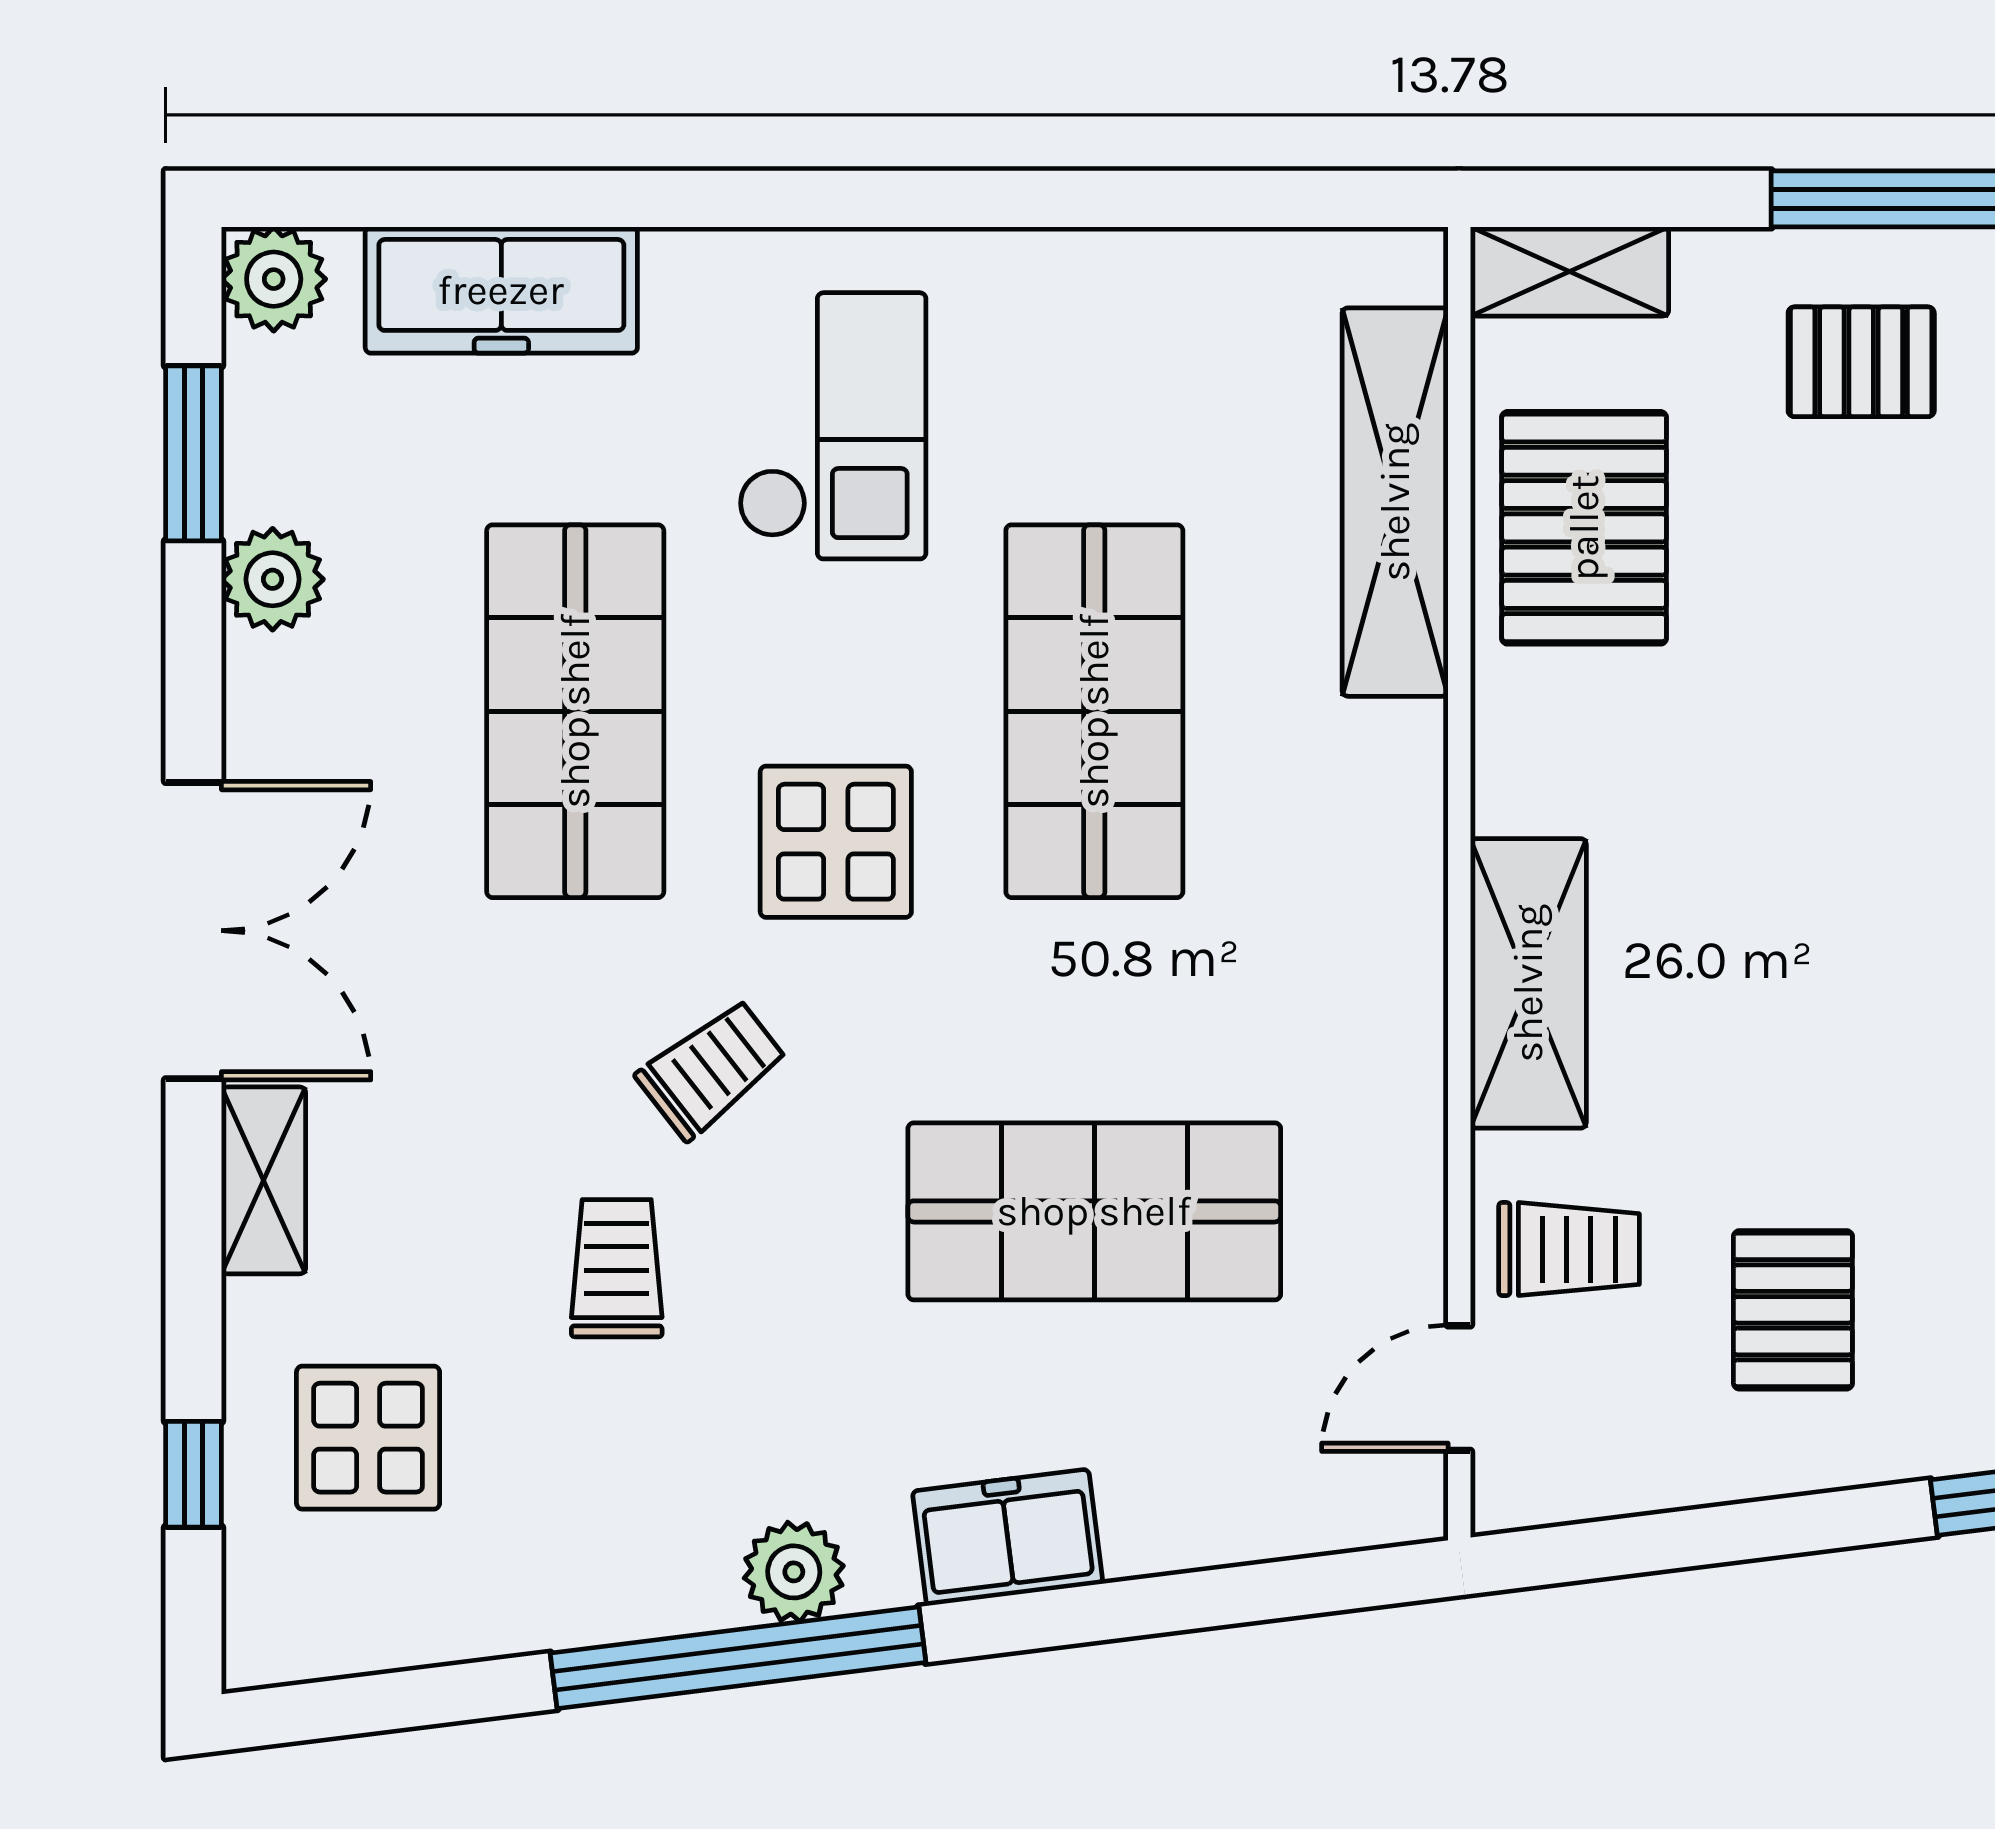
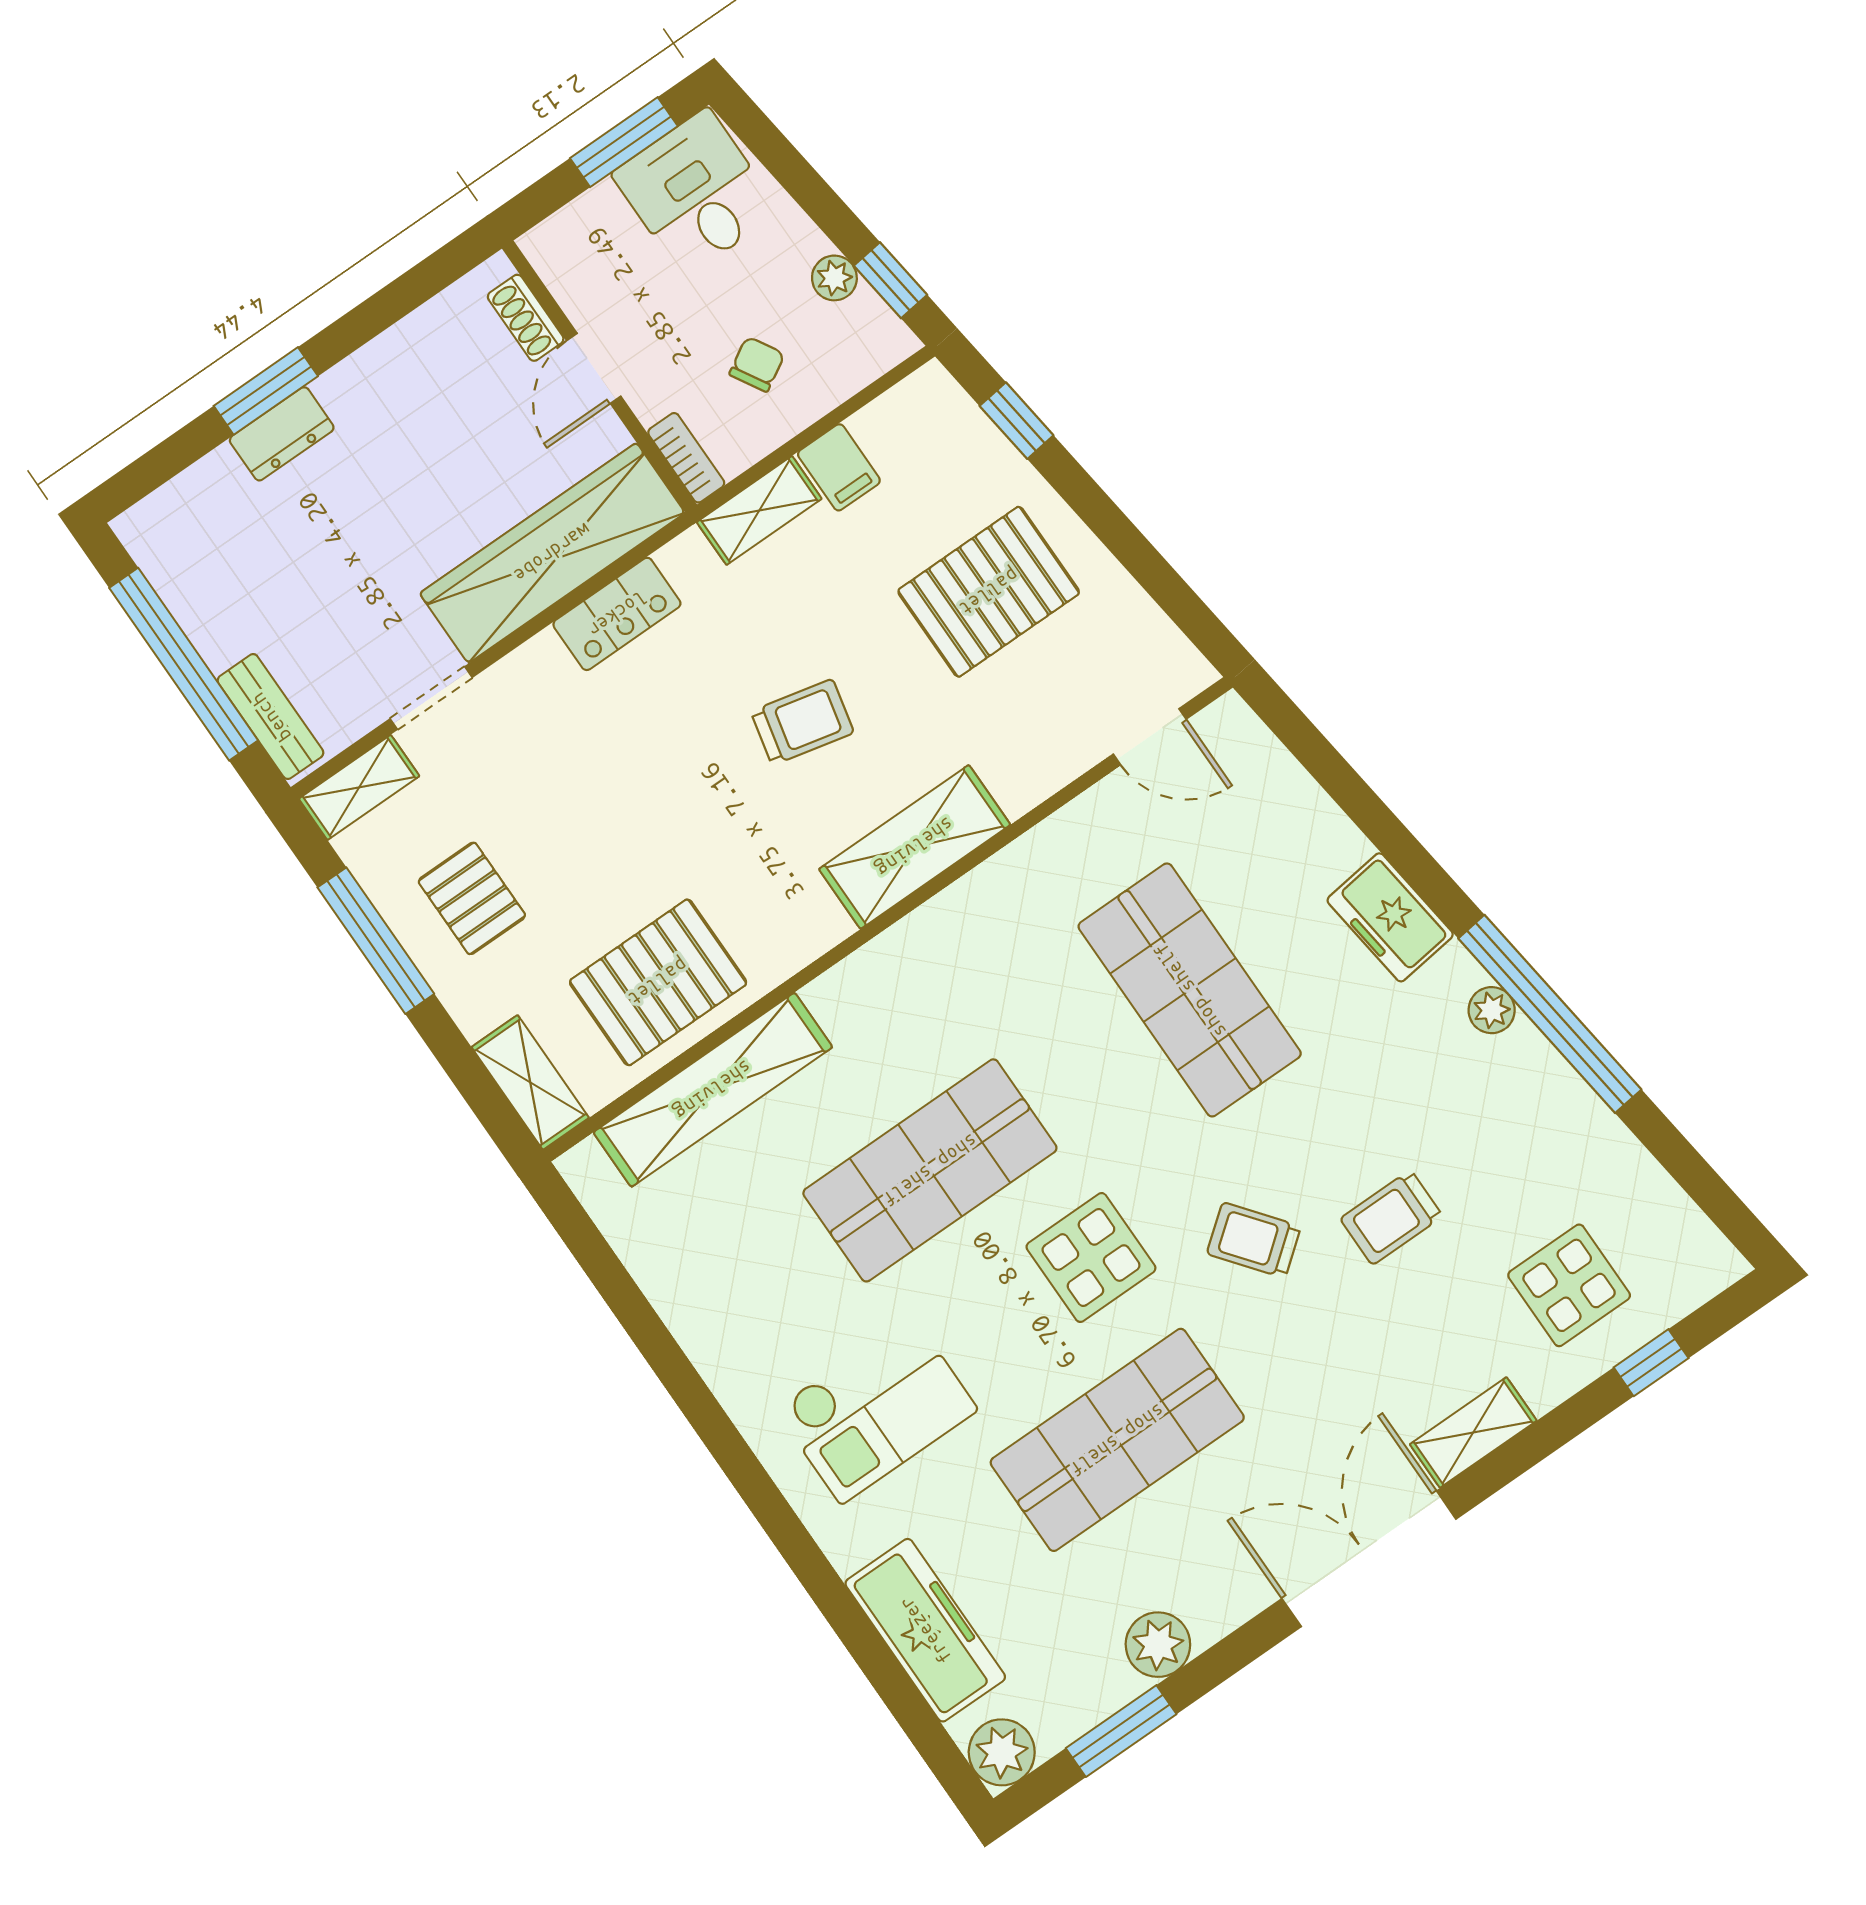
checkout: (832, 426) -> (876, 1409), turned 180
trolley: (1569, 1249) -> (802, 722), moved, turned 103
pallet: (1793, 1310) -> (989, 592), width x1.50, depth x1.42
plant: (794, 1572) -> (1492, 1010), width x0.73, depth x0.73

